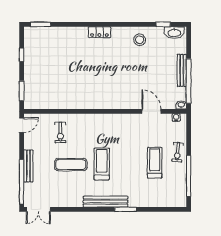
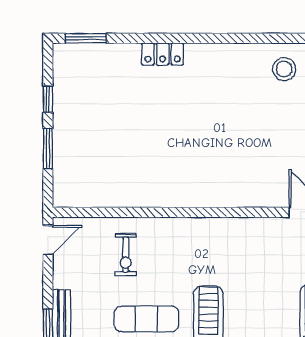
locker: (99, 32) -> (163, 54), moved
window: (22, 91) -> (48, 149), moved

